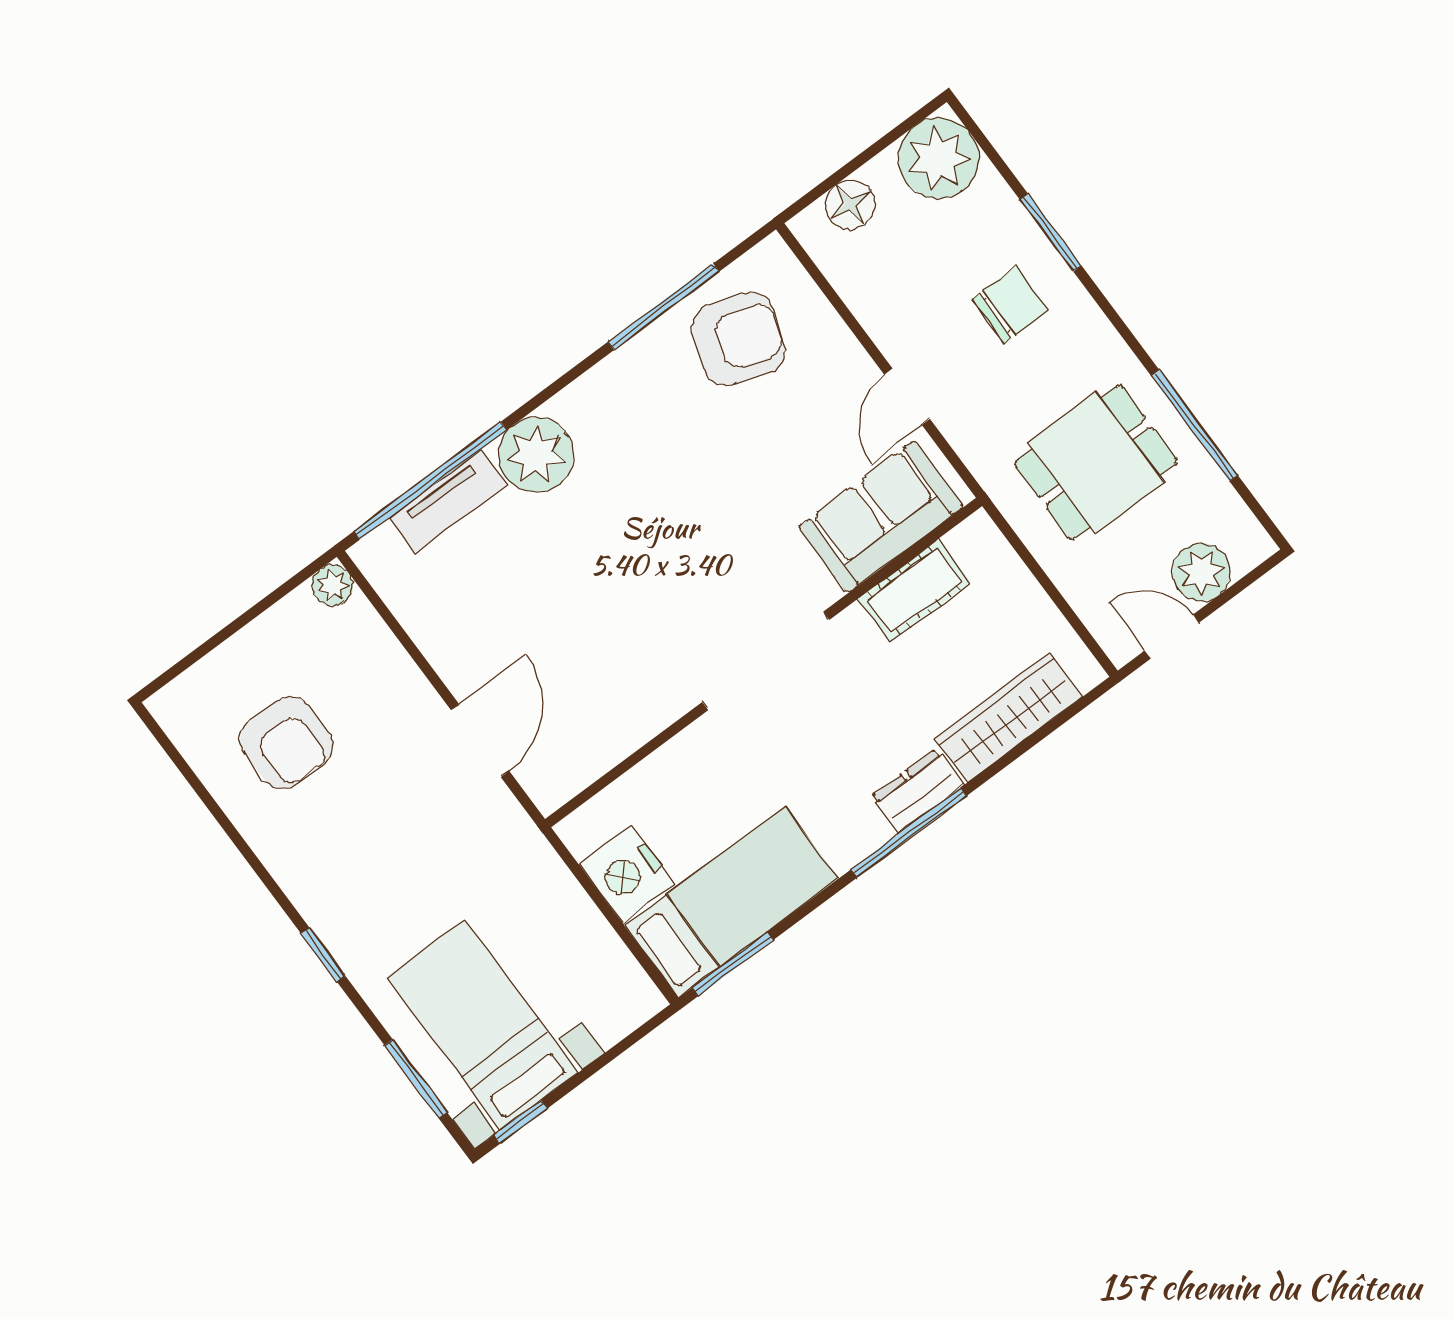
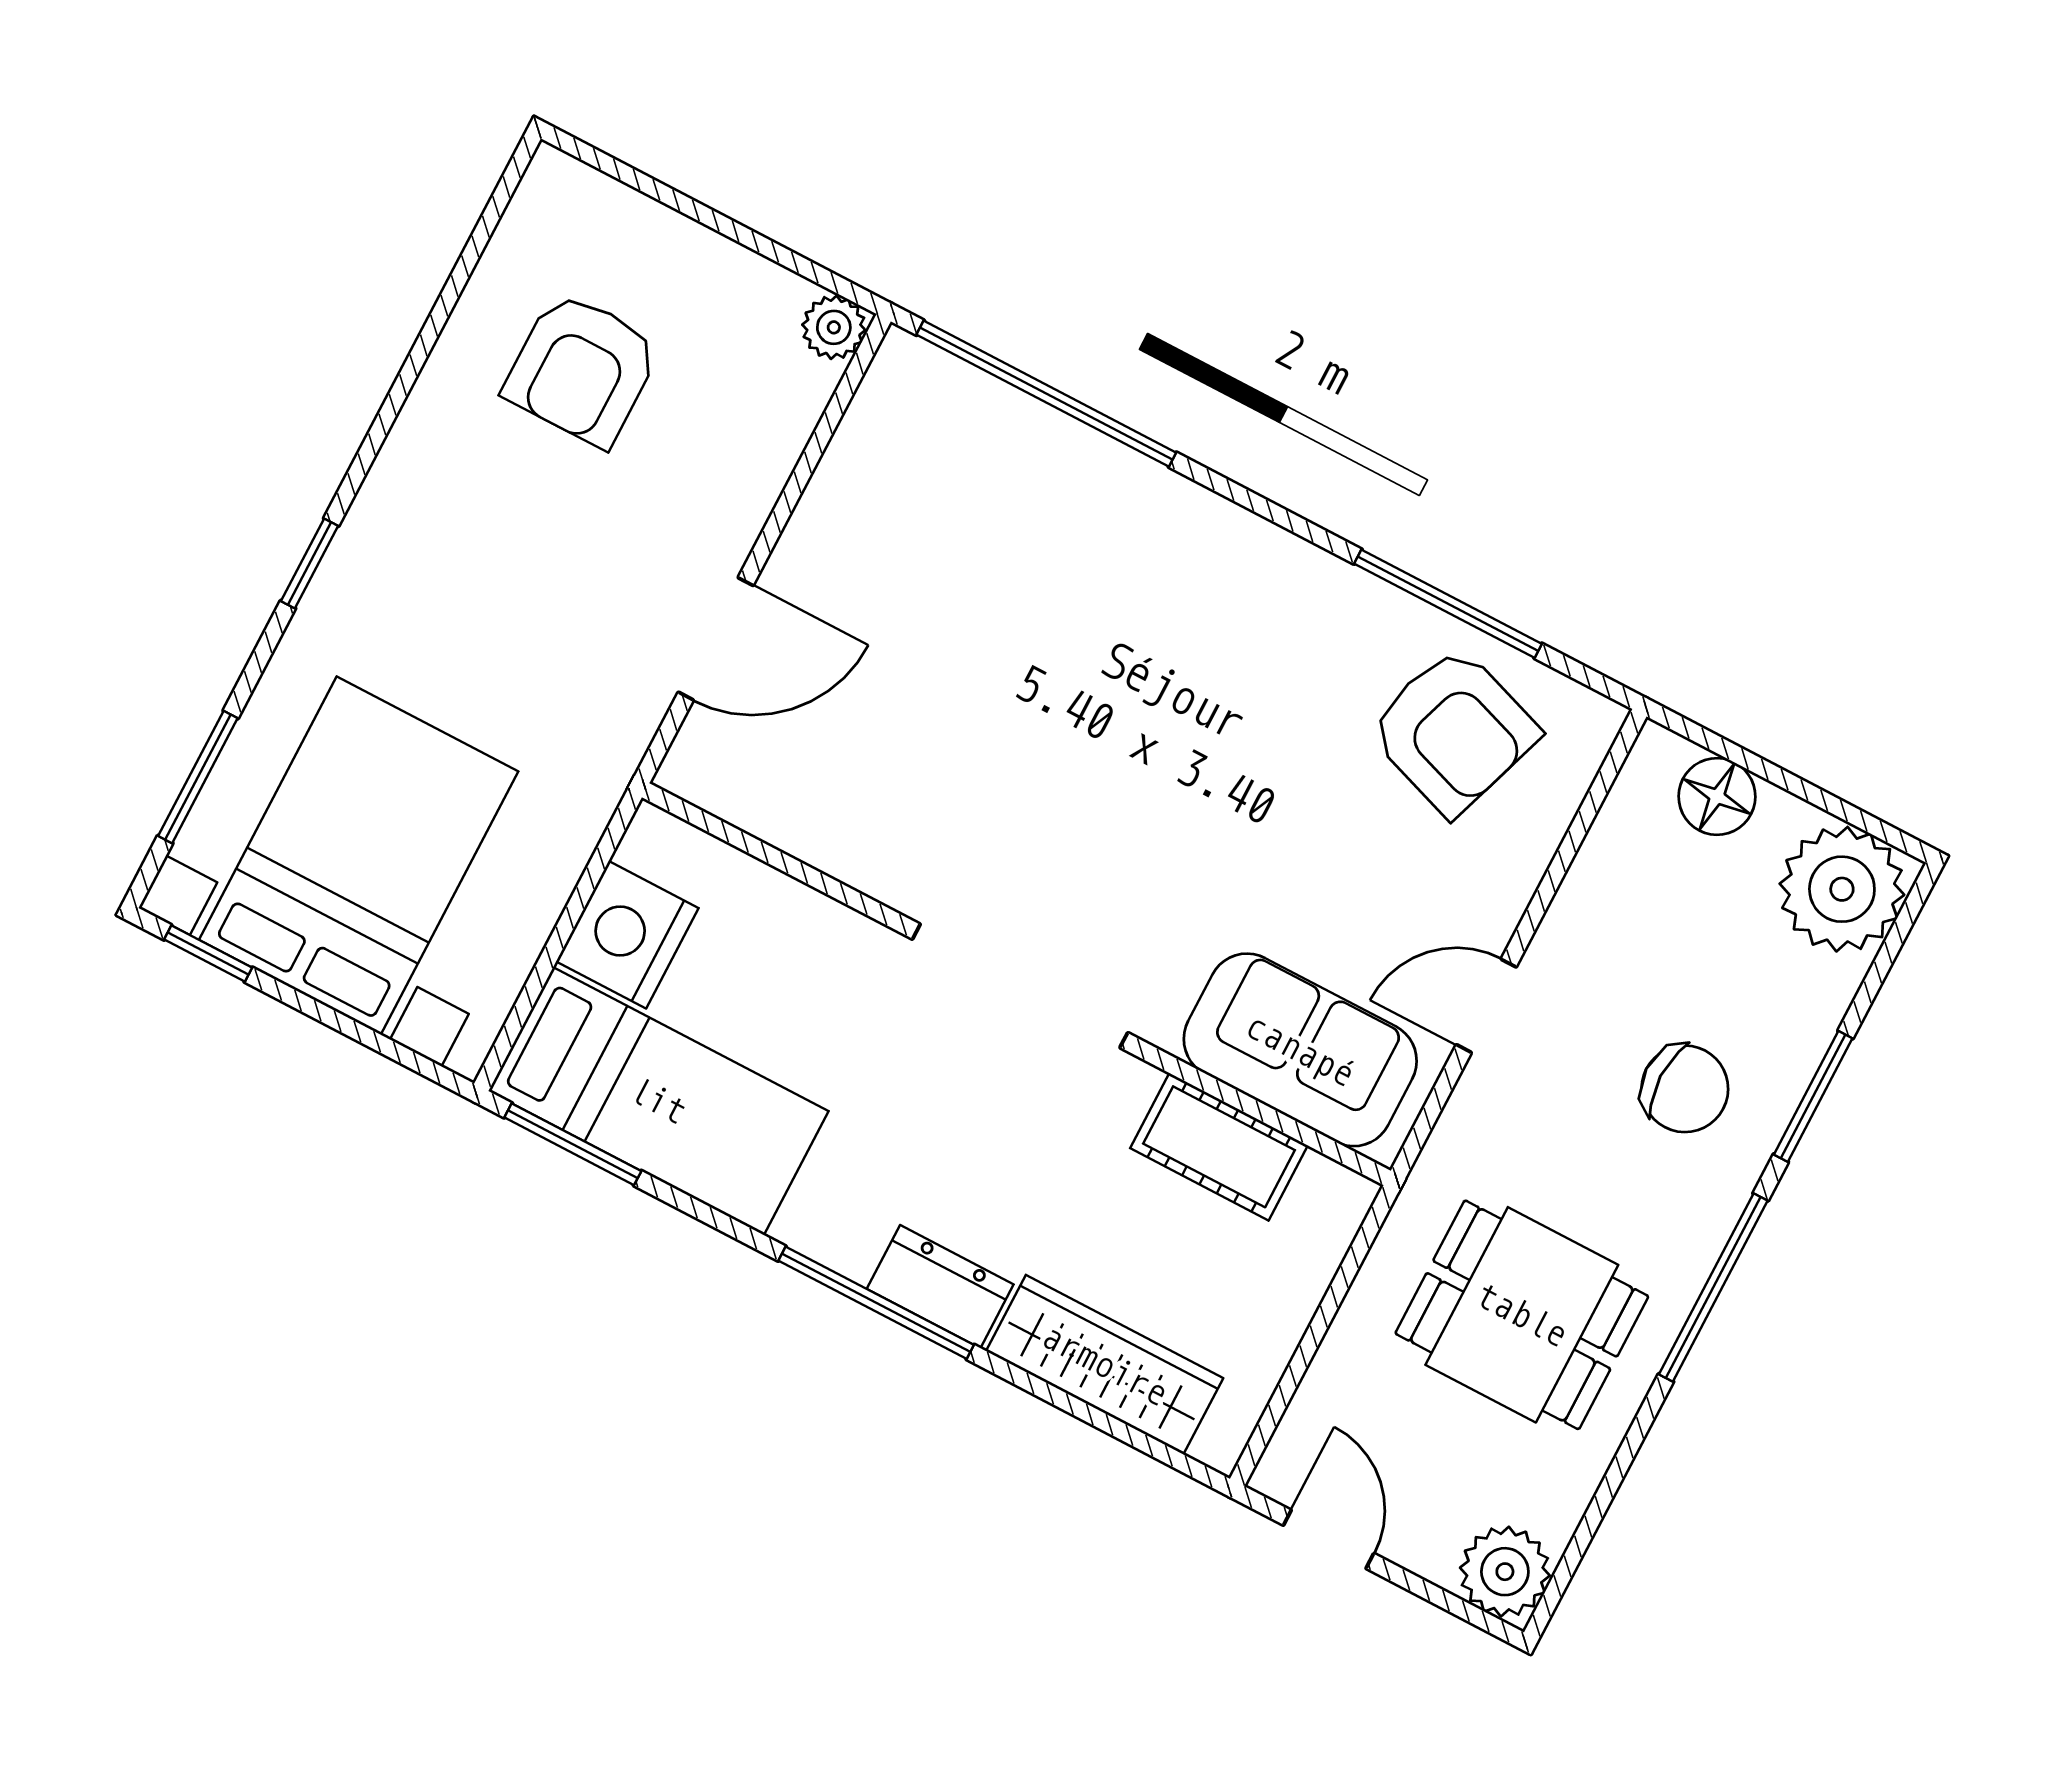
window: (1195, 426) -> (1713, 1287), moved
plant: (536, 455) -> (1155, 525), removed
tv unit: (448, 501) -> (1030, 432), removed
plant: (1201, 572) -> (1505, 1572), moved
bed with nightstands: (483, 1025) -> (359, 856), width x1.36

